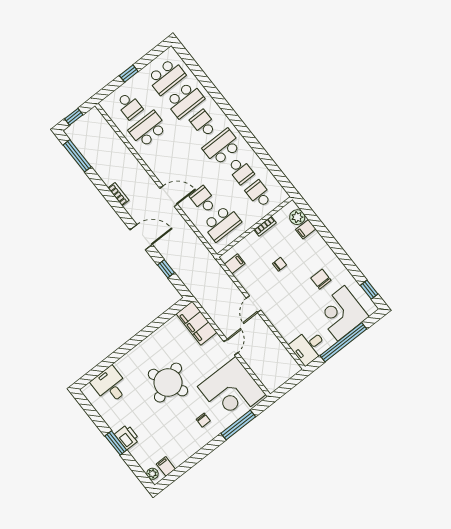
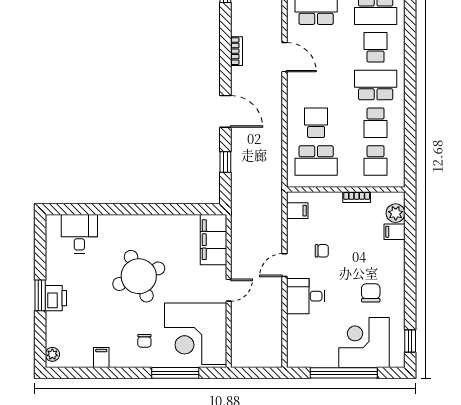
school desk: (259, 194) -> (376, 160), turned 180
door: (169, 196) -> (285, 57), moved
chair: (280, 264) -> (322, 251), moved
desk: (308, 347) -> (306, 296), moved
filing cabinet: (166, 466) -> (101, 358), moved

